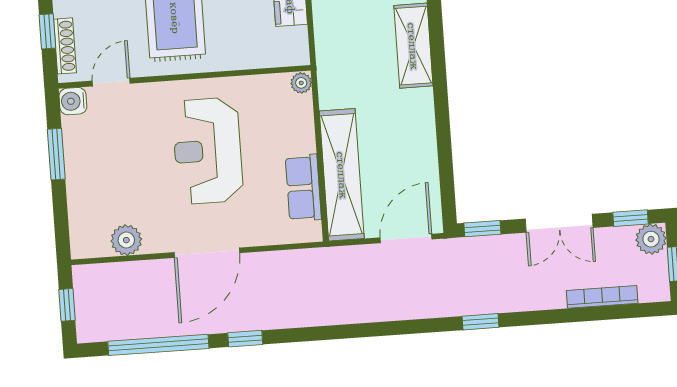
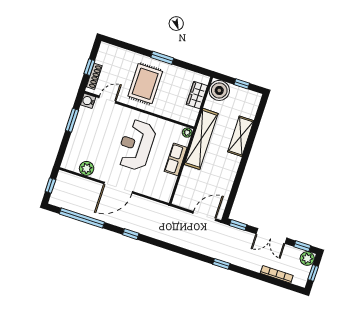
shelving: (342, 175) -> (201, 139), moved
row of seats: (303, 188) -> (176, 159), moved
window: (245, 339) -> (131, 234), moved

